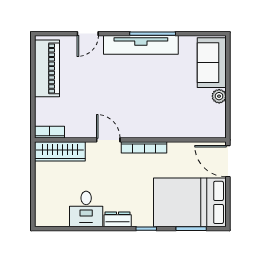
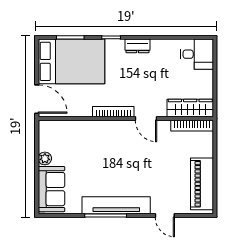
door: (88, 34) -> (165, 216), swing flipped
bookcase: (50, 132) -> (192, 126), width x1.56
desk: (86, 209) -> (197, 54), moved, turned 90

